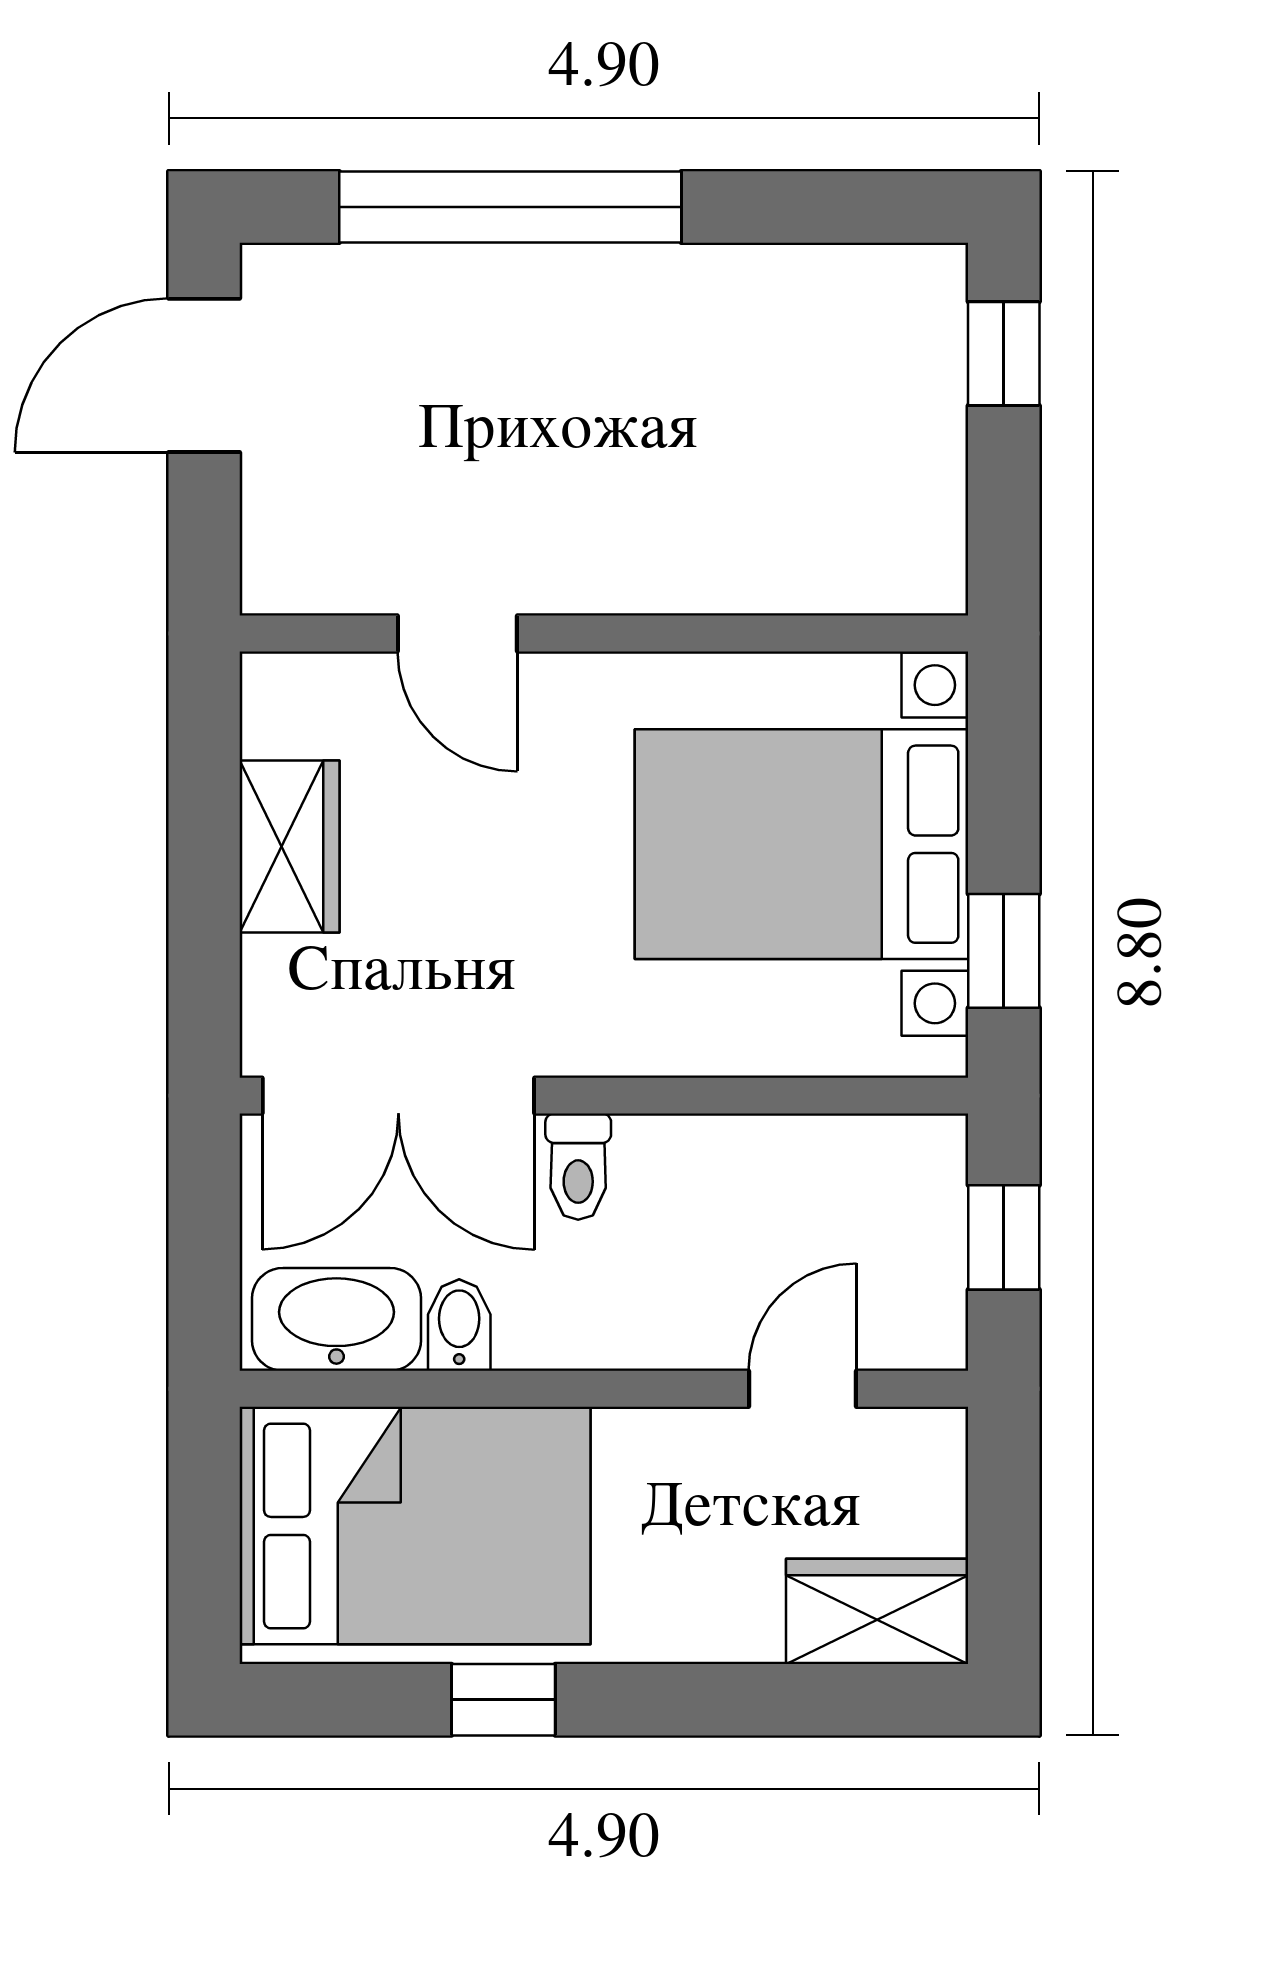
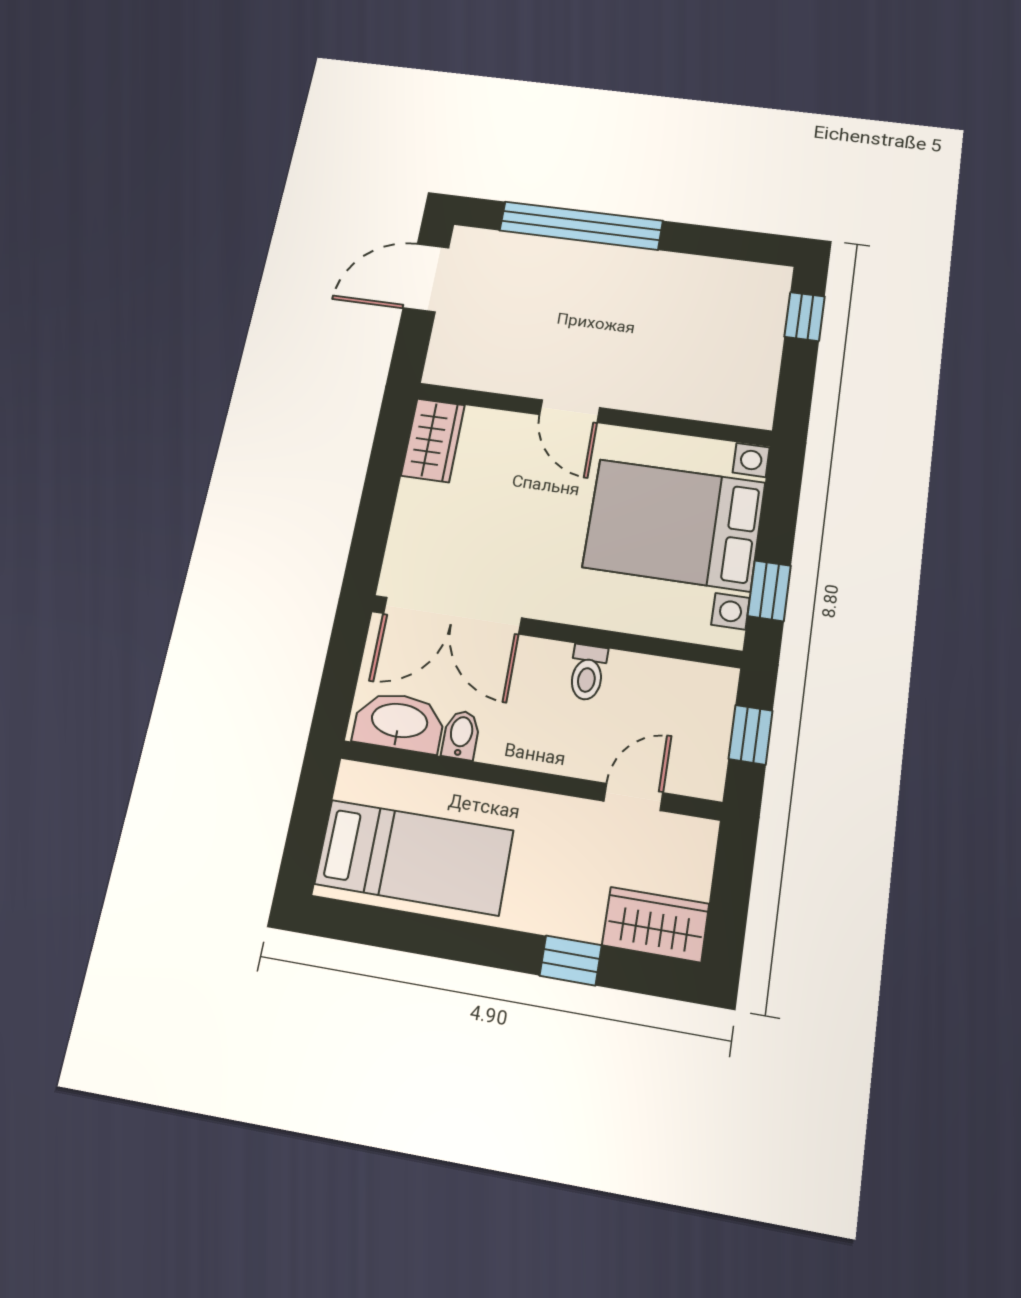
door: (457, 634) -> (569, 411), moved
wardrobe: (290, 847) -> (433, 440), moved
toilet: (578, 1167) -> (588, 672), moved
bed: (415, 1526) -> (414, 857), width x0.67
window: (503, 1700) -> (571, 961), moved

